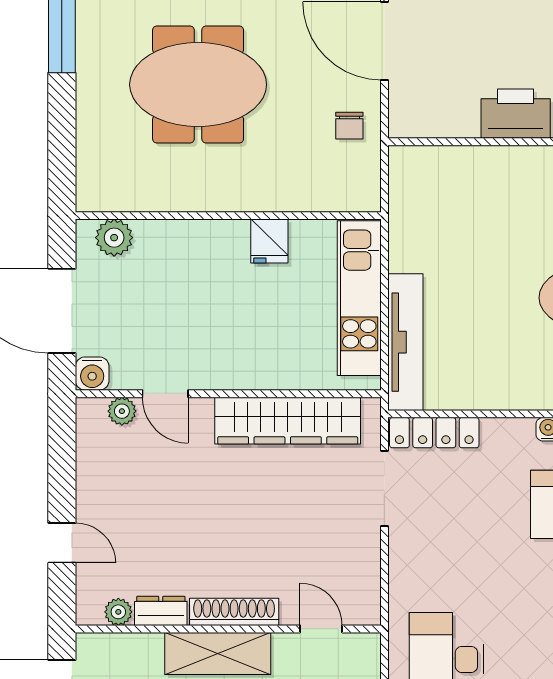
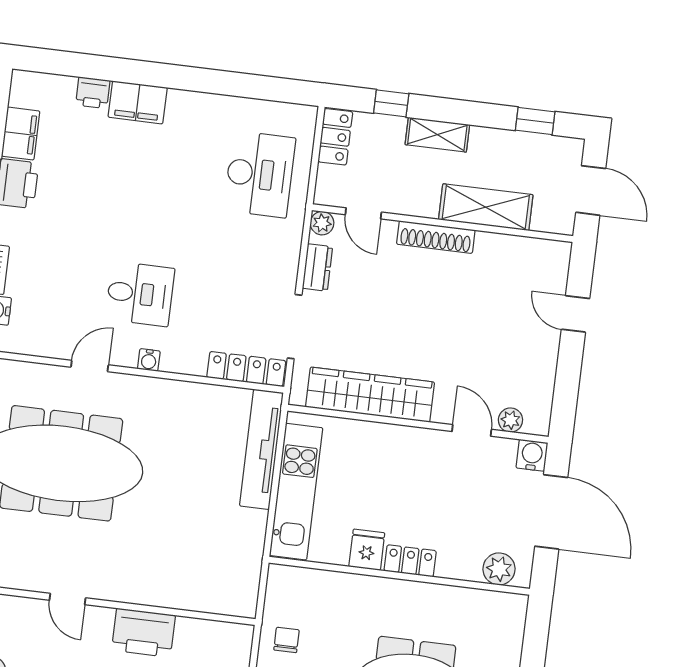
locker: (218, 234) -> (410, 561), added
dresser: (161, 611) -> (317, 268), moved, turned -90
plant: (118, 612) -> (322, 223), moved
shelving: (218, 653) -> (486, 207), moved

